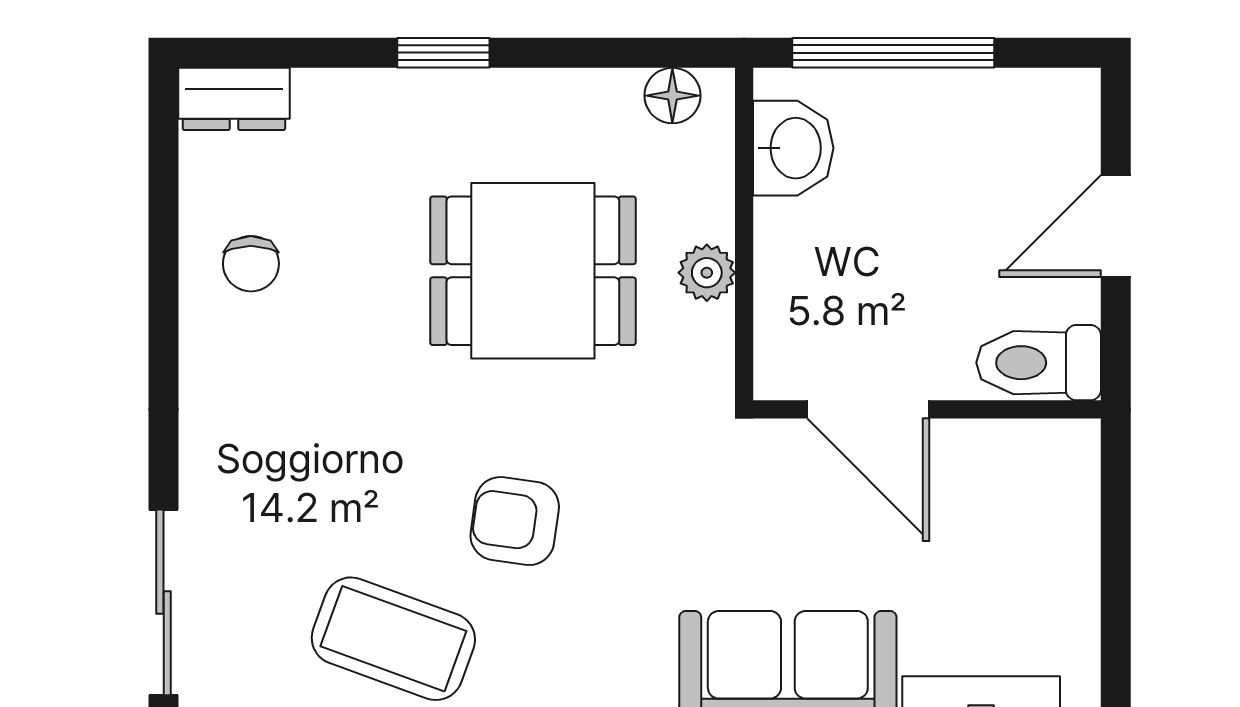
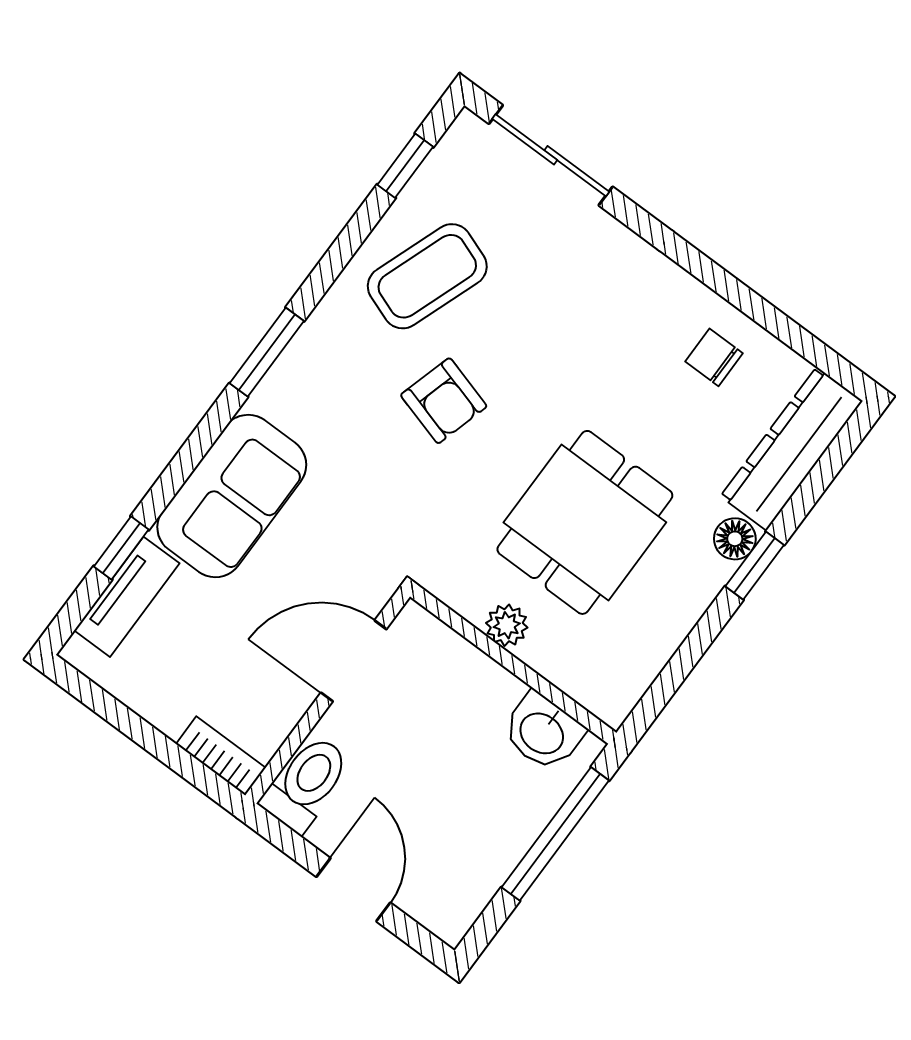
floor lamp: (672, 96) -> (735, 539), moved
dresser: (234, 99) -> (792, 449), width x1.96, depth x1.24
bookcase: (1077, 477) -> (221, 756), added
armchair: (515, 521) -> (444, 401), turned 98

